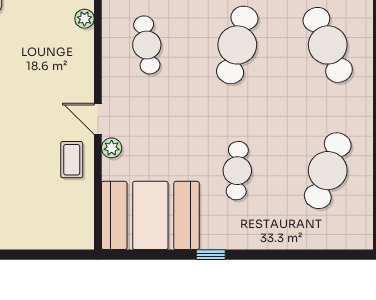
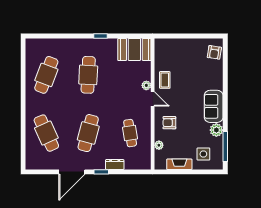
armchair: (62, 67) -> (169, 123), added
cafe table: (237, 171) -> (88, 75), width x1.37, depth x1.35
booth: (150, 215) -> (134, 49), width x0.73, depth x0.70

